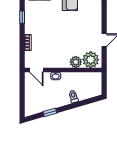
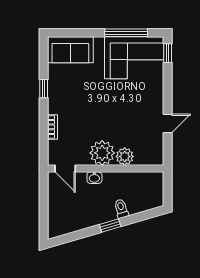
plant: (91, 60) -> (102, 153), moved
window: (50, 112) -> (110, 226), moved

